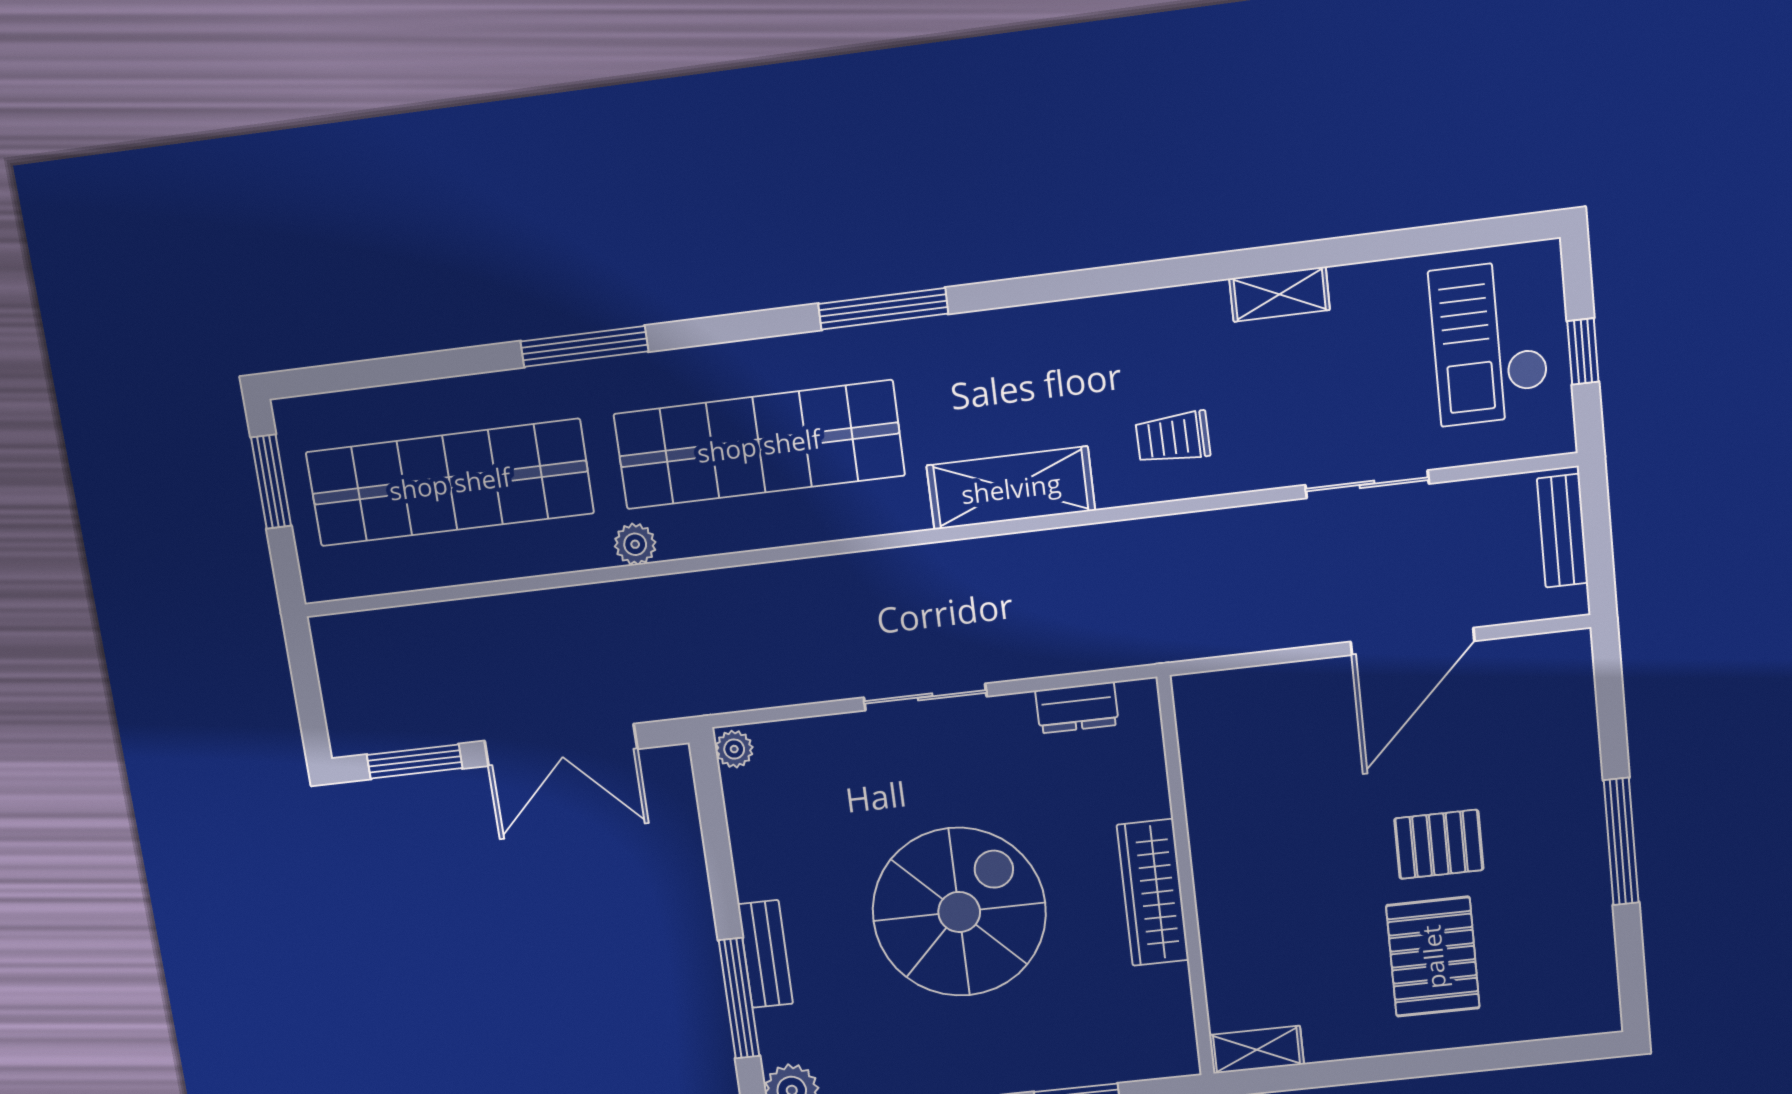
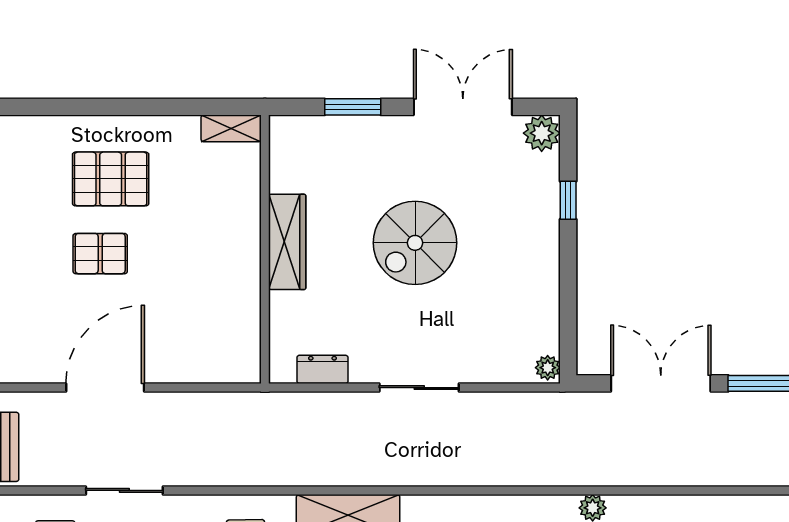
spiral stairs: (959, 912) -> (415, 243), width x0.73, depth x0.73
bench: (765, 954) -> (546, 228), removed
pallet: (1433, 957) -> (111, 179), turned 90
window: (739, 998) -> (568, 200), width x0.46

